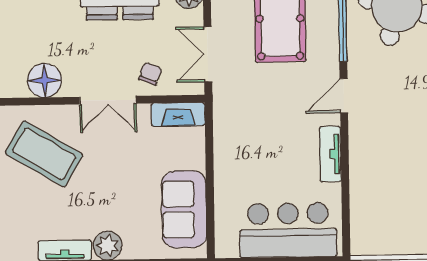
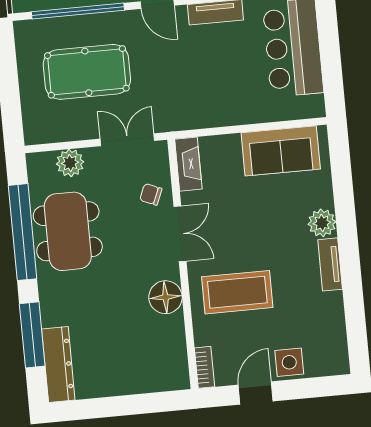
double door: (208, 54) -> (127, 140), swing flipped
coffee table: (44, 154) -> (237, 292), turned 59

